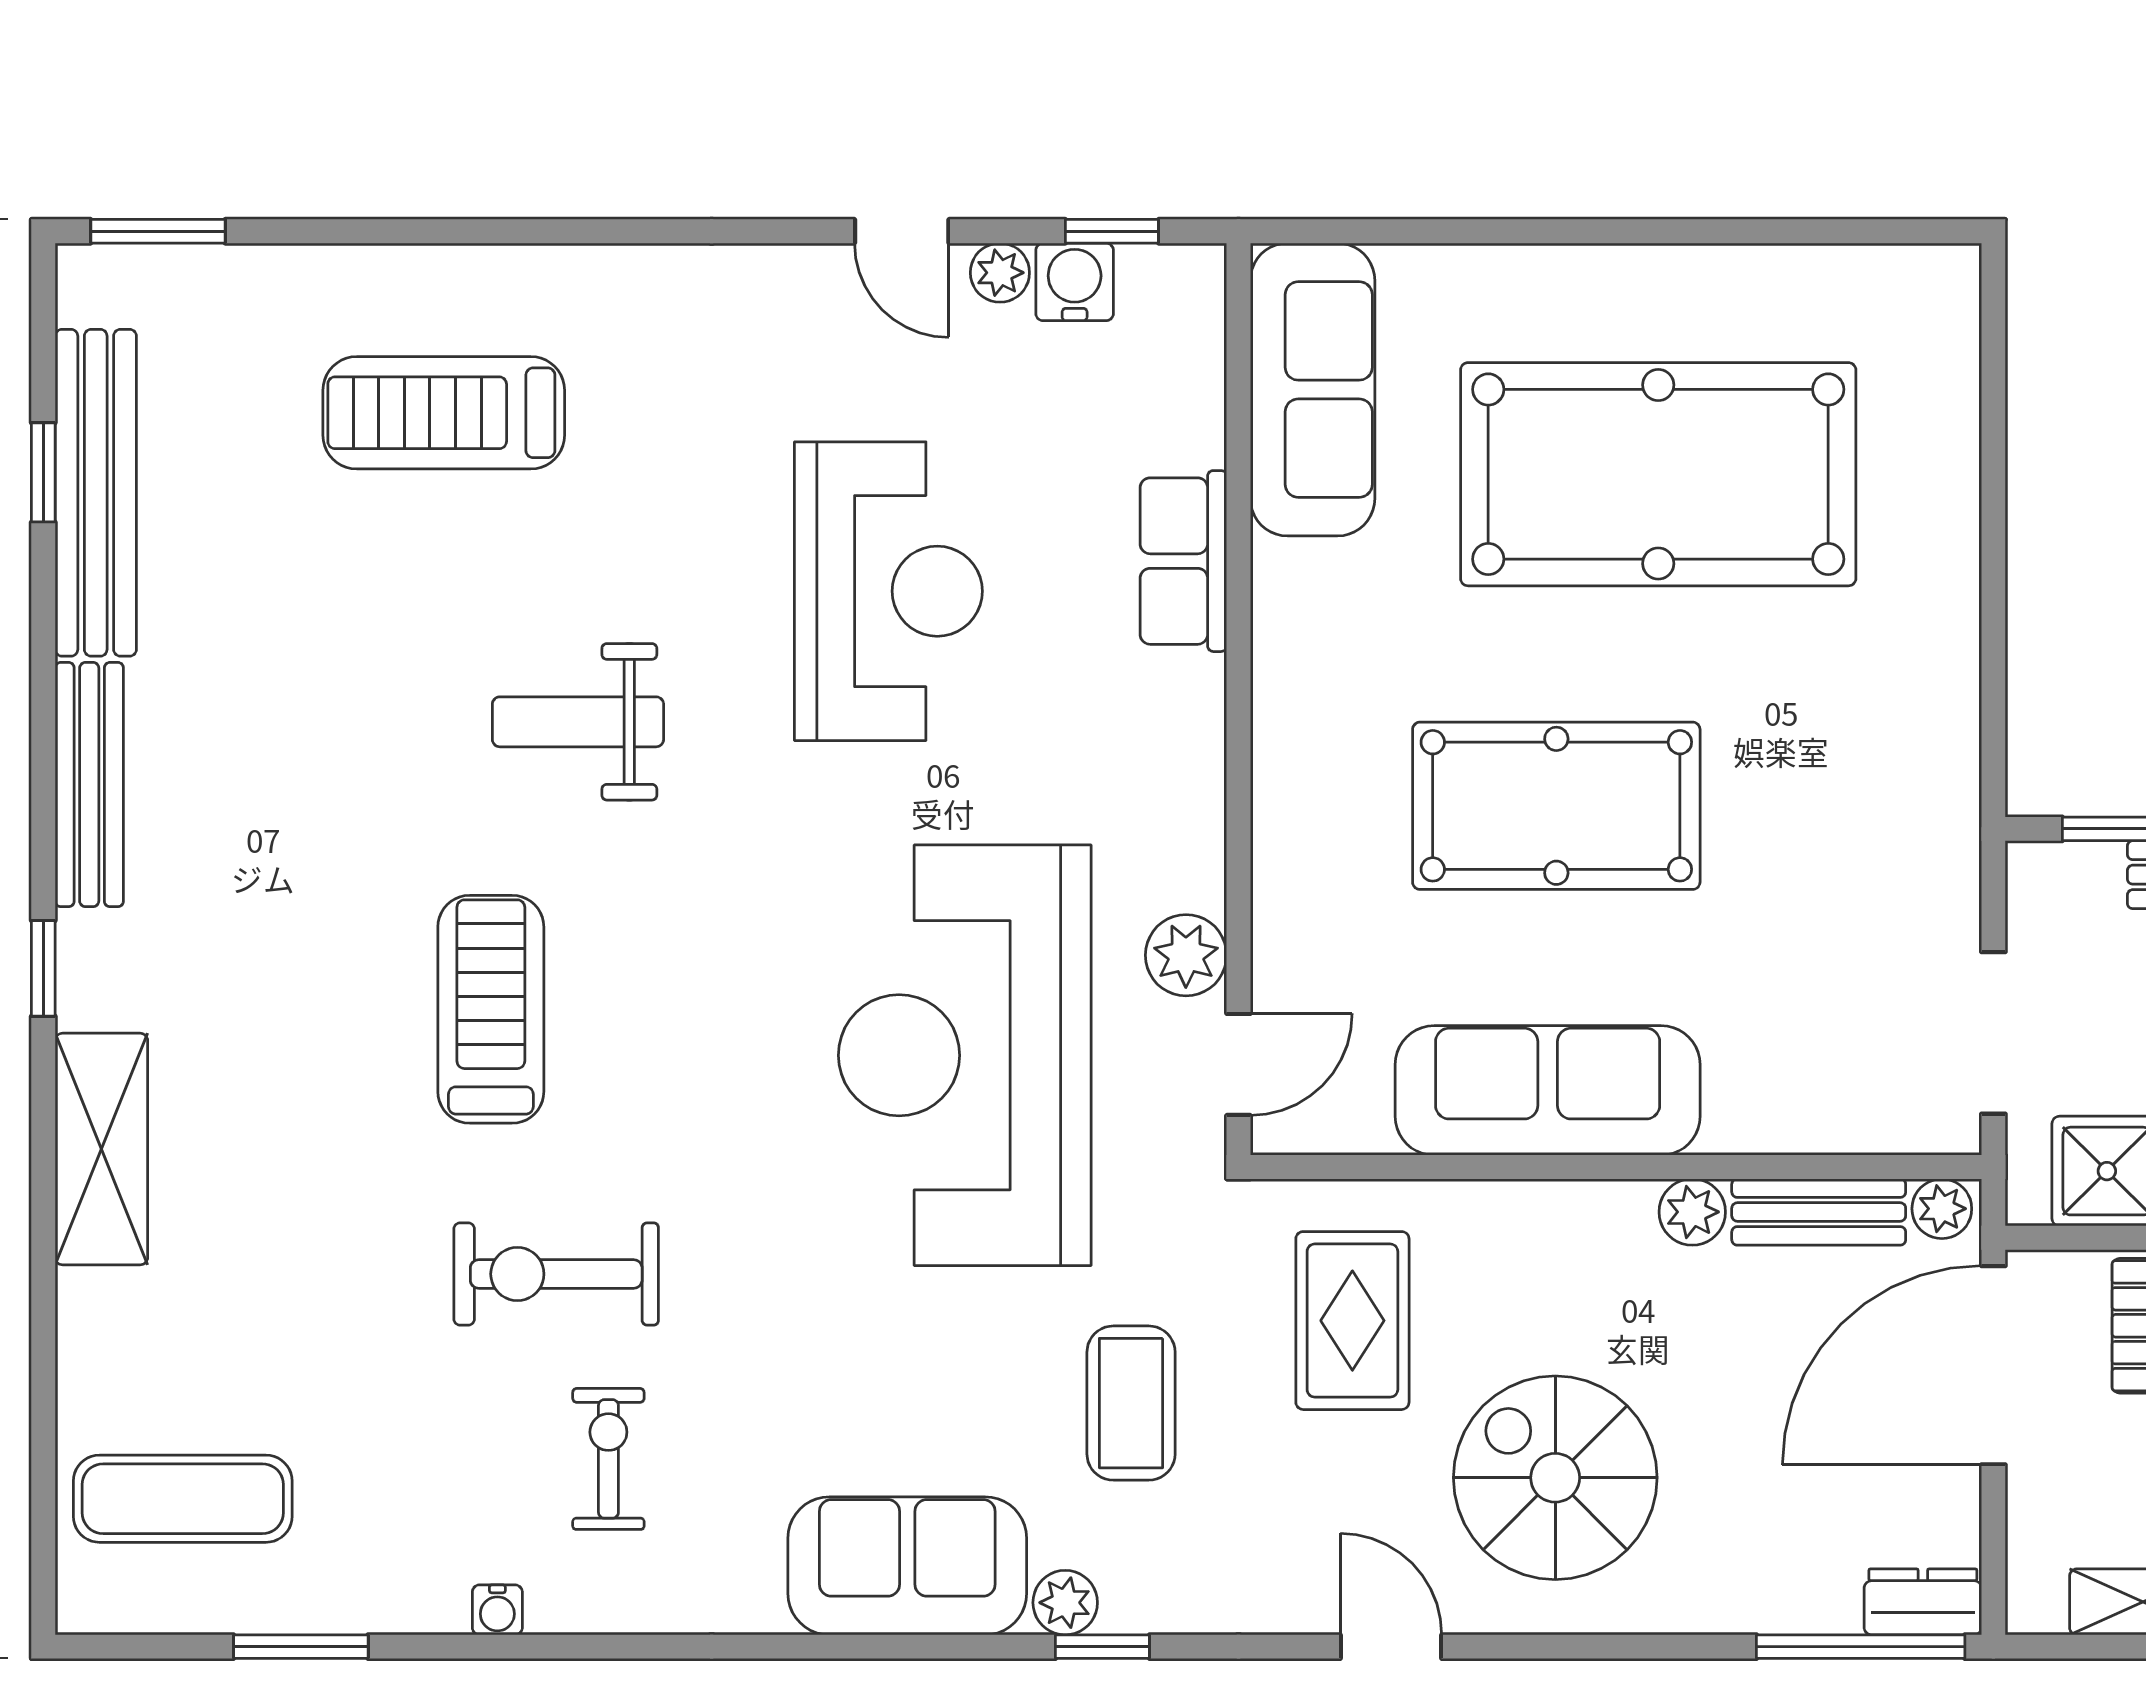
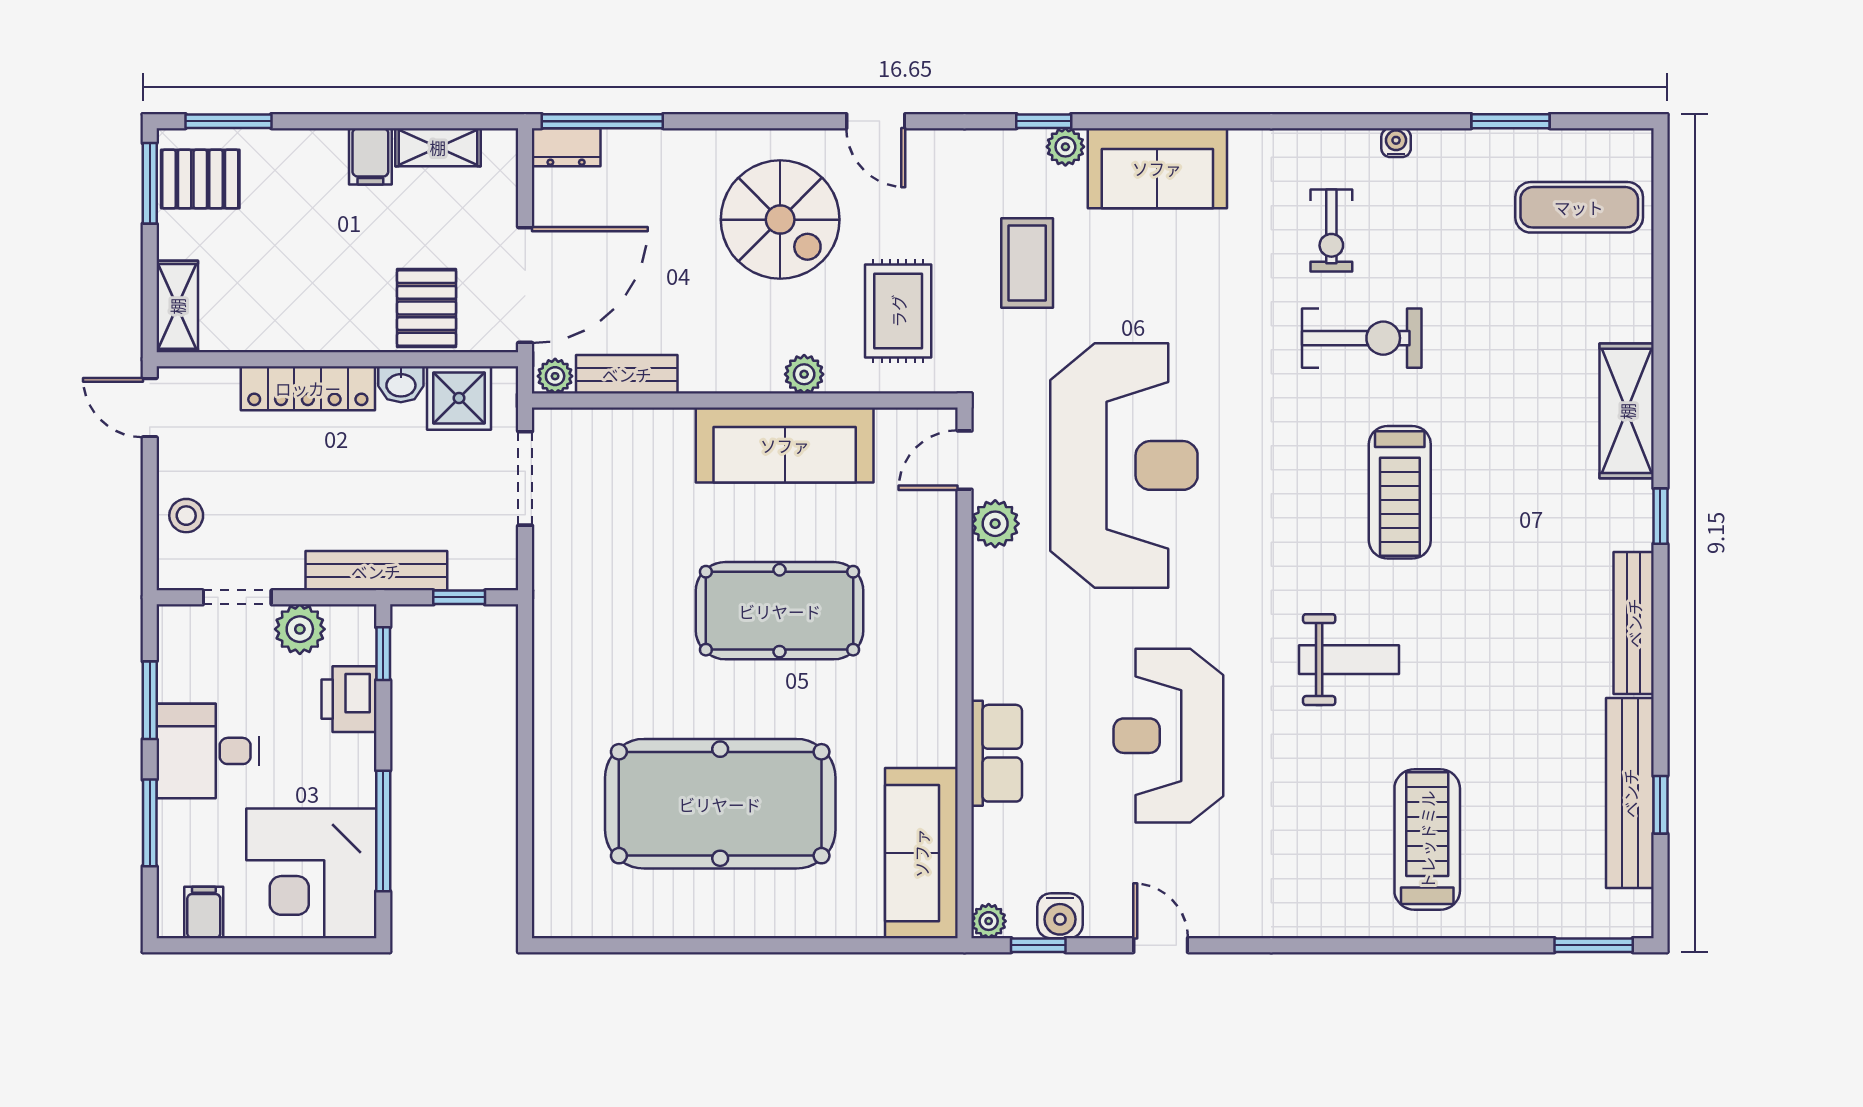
plant: (1000, 273) -> (989, 921), moved
treadmill: (444, 413) -> (1427, 840), turned -90
plant: (1692, 1212) -> (804, 374), moved

